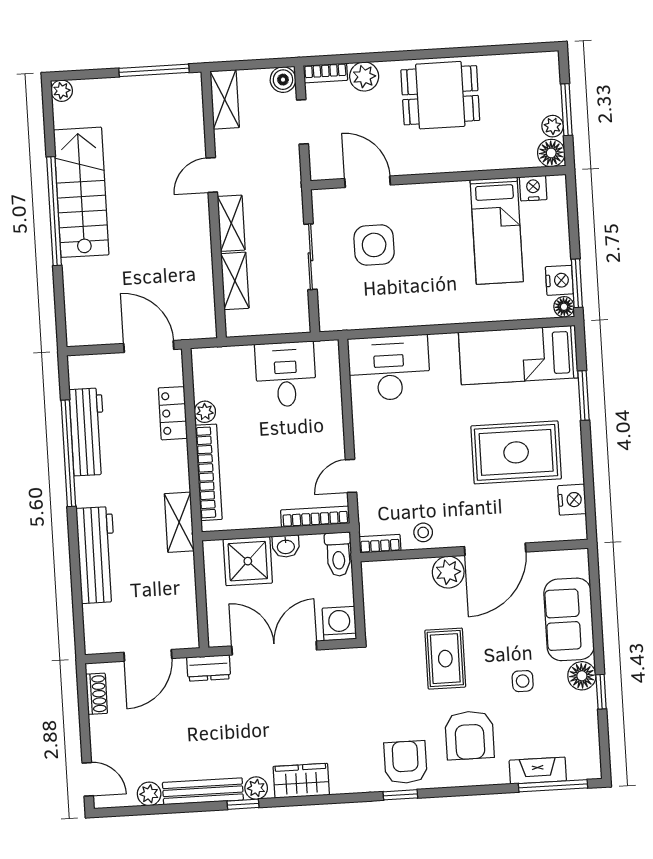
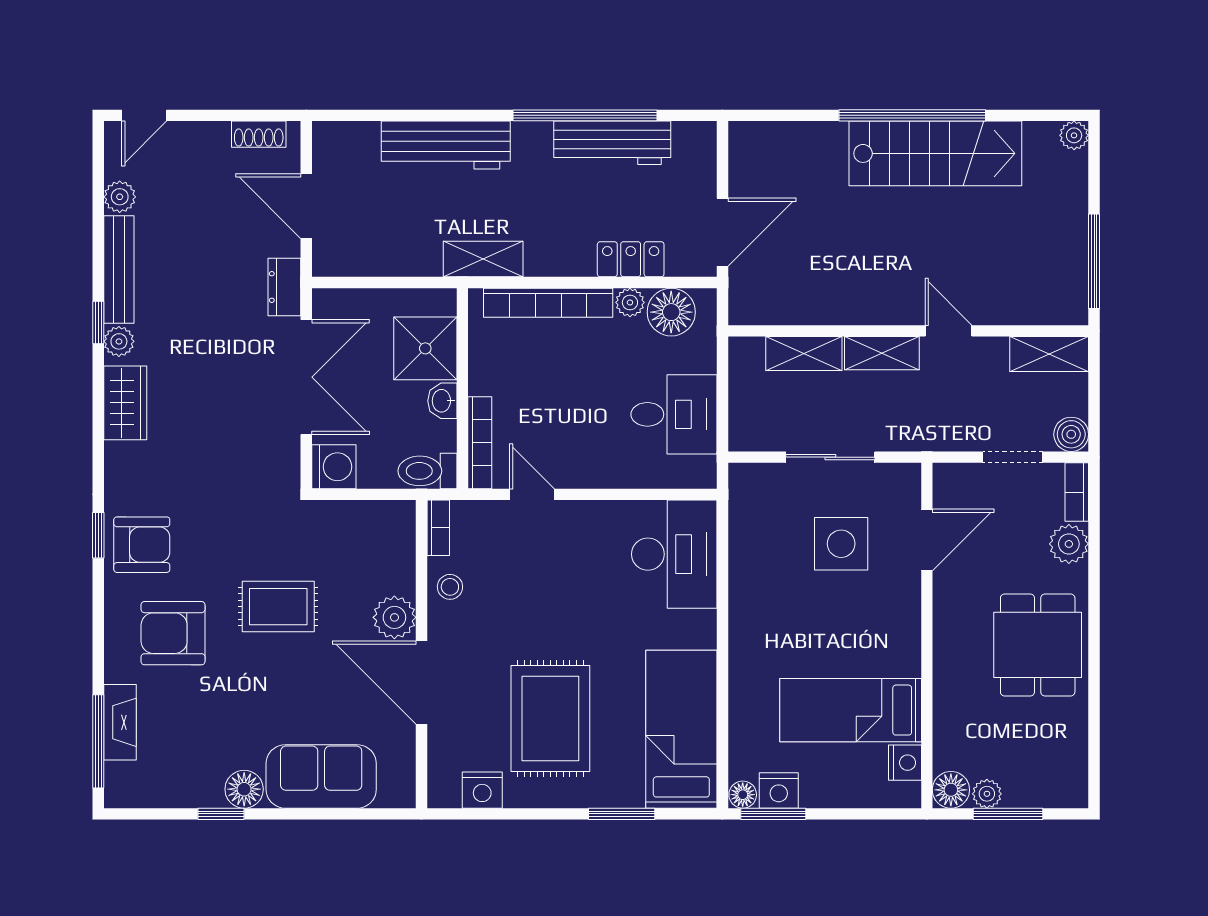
floor lamp: (210, 381) -> (671, 312), added
side table: (523, 681) -> (242, 709), removed

